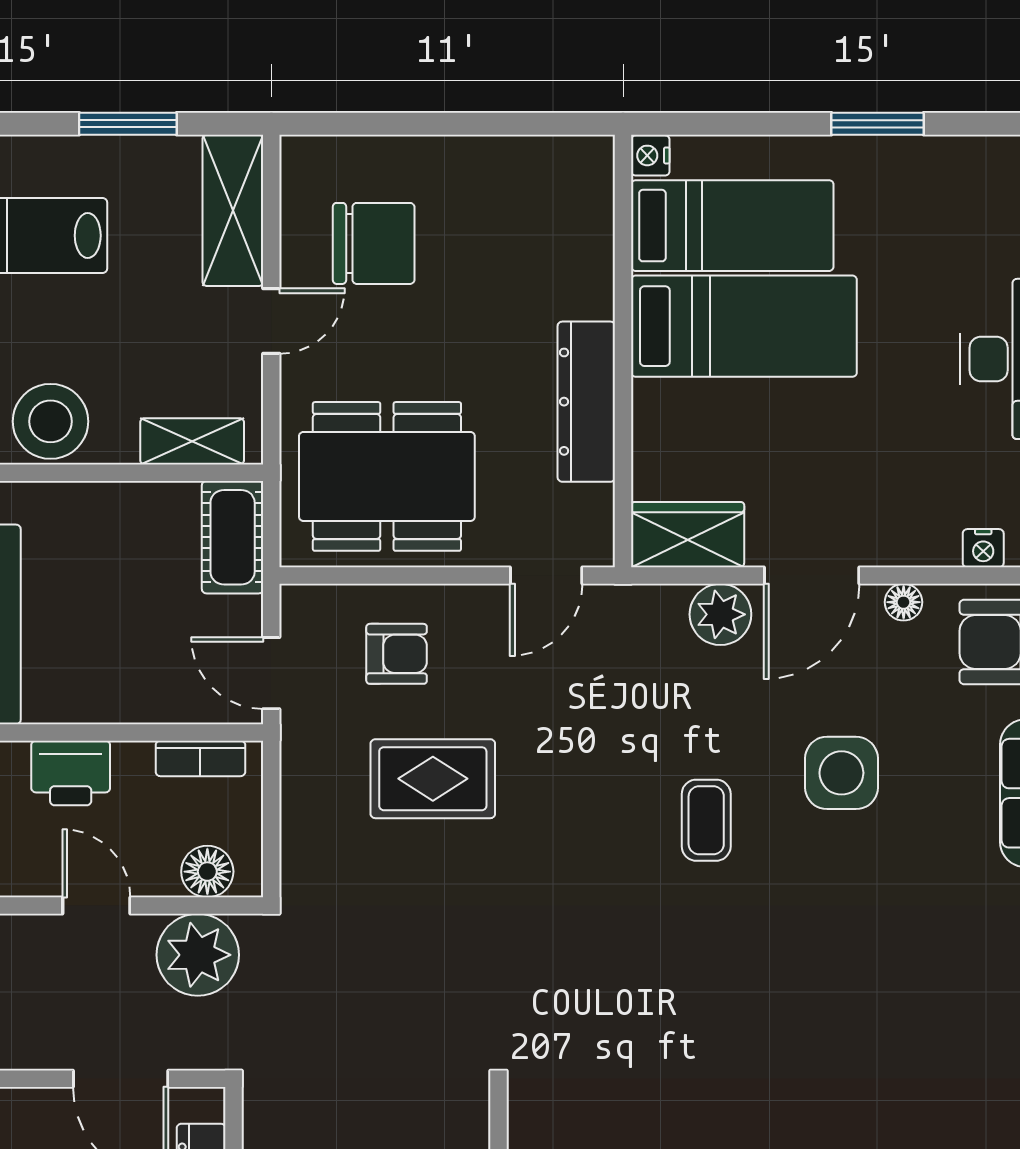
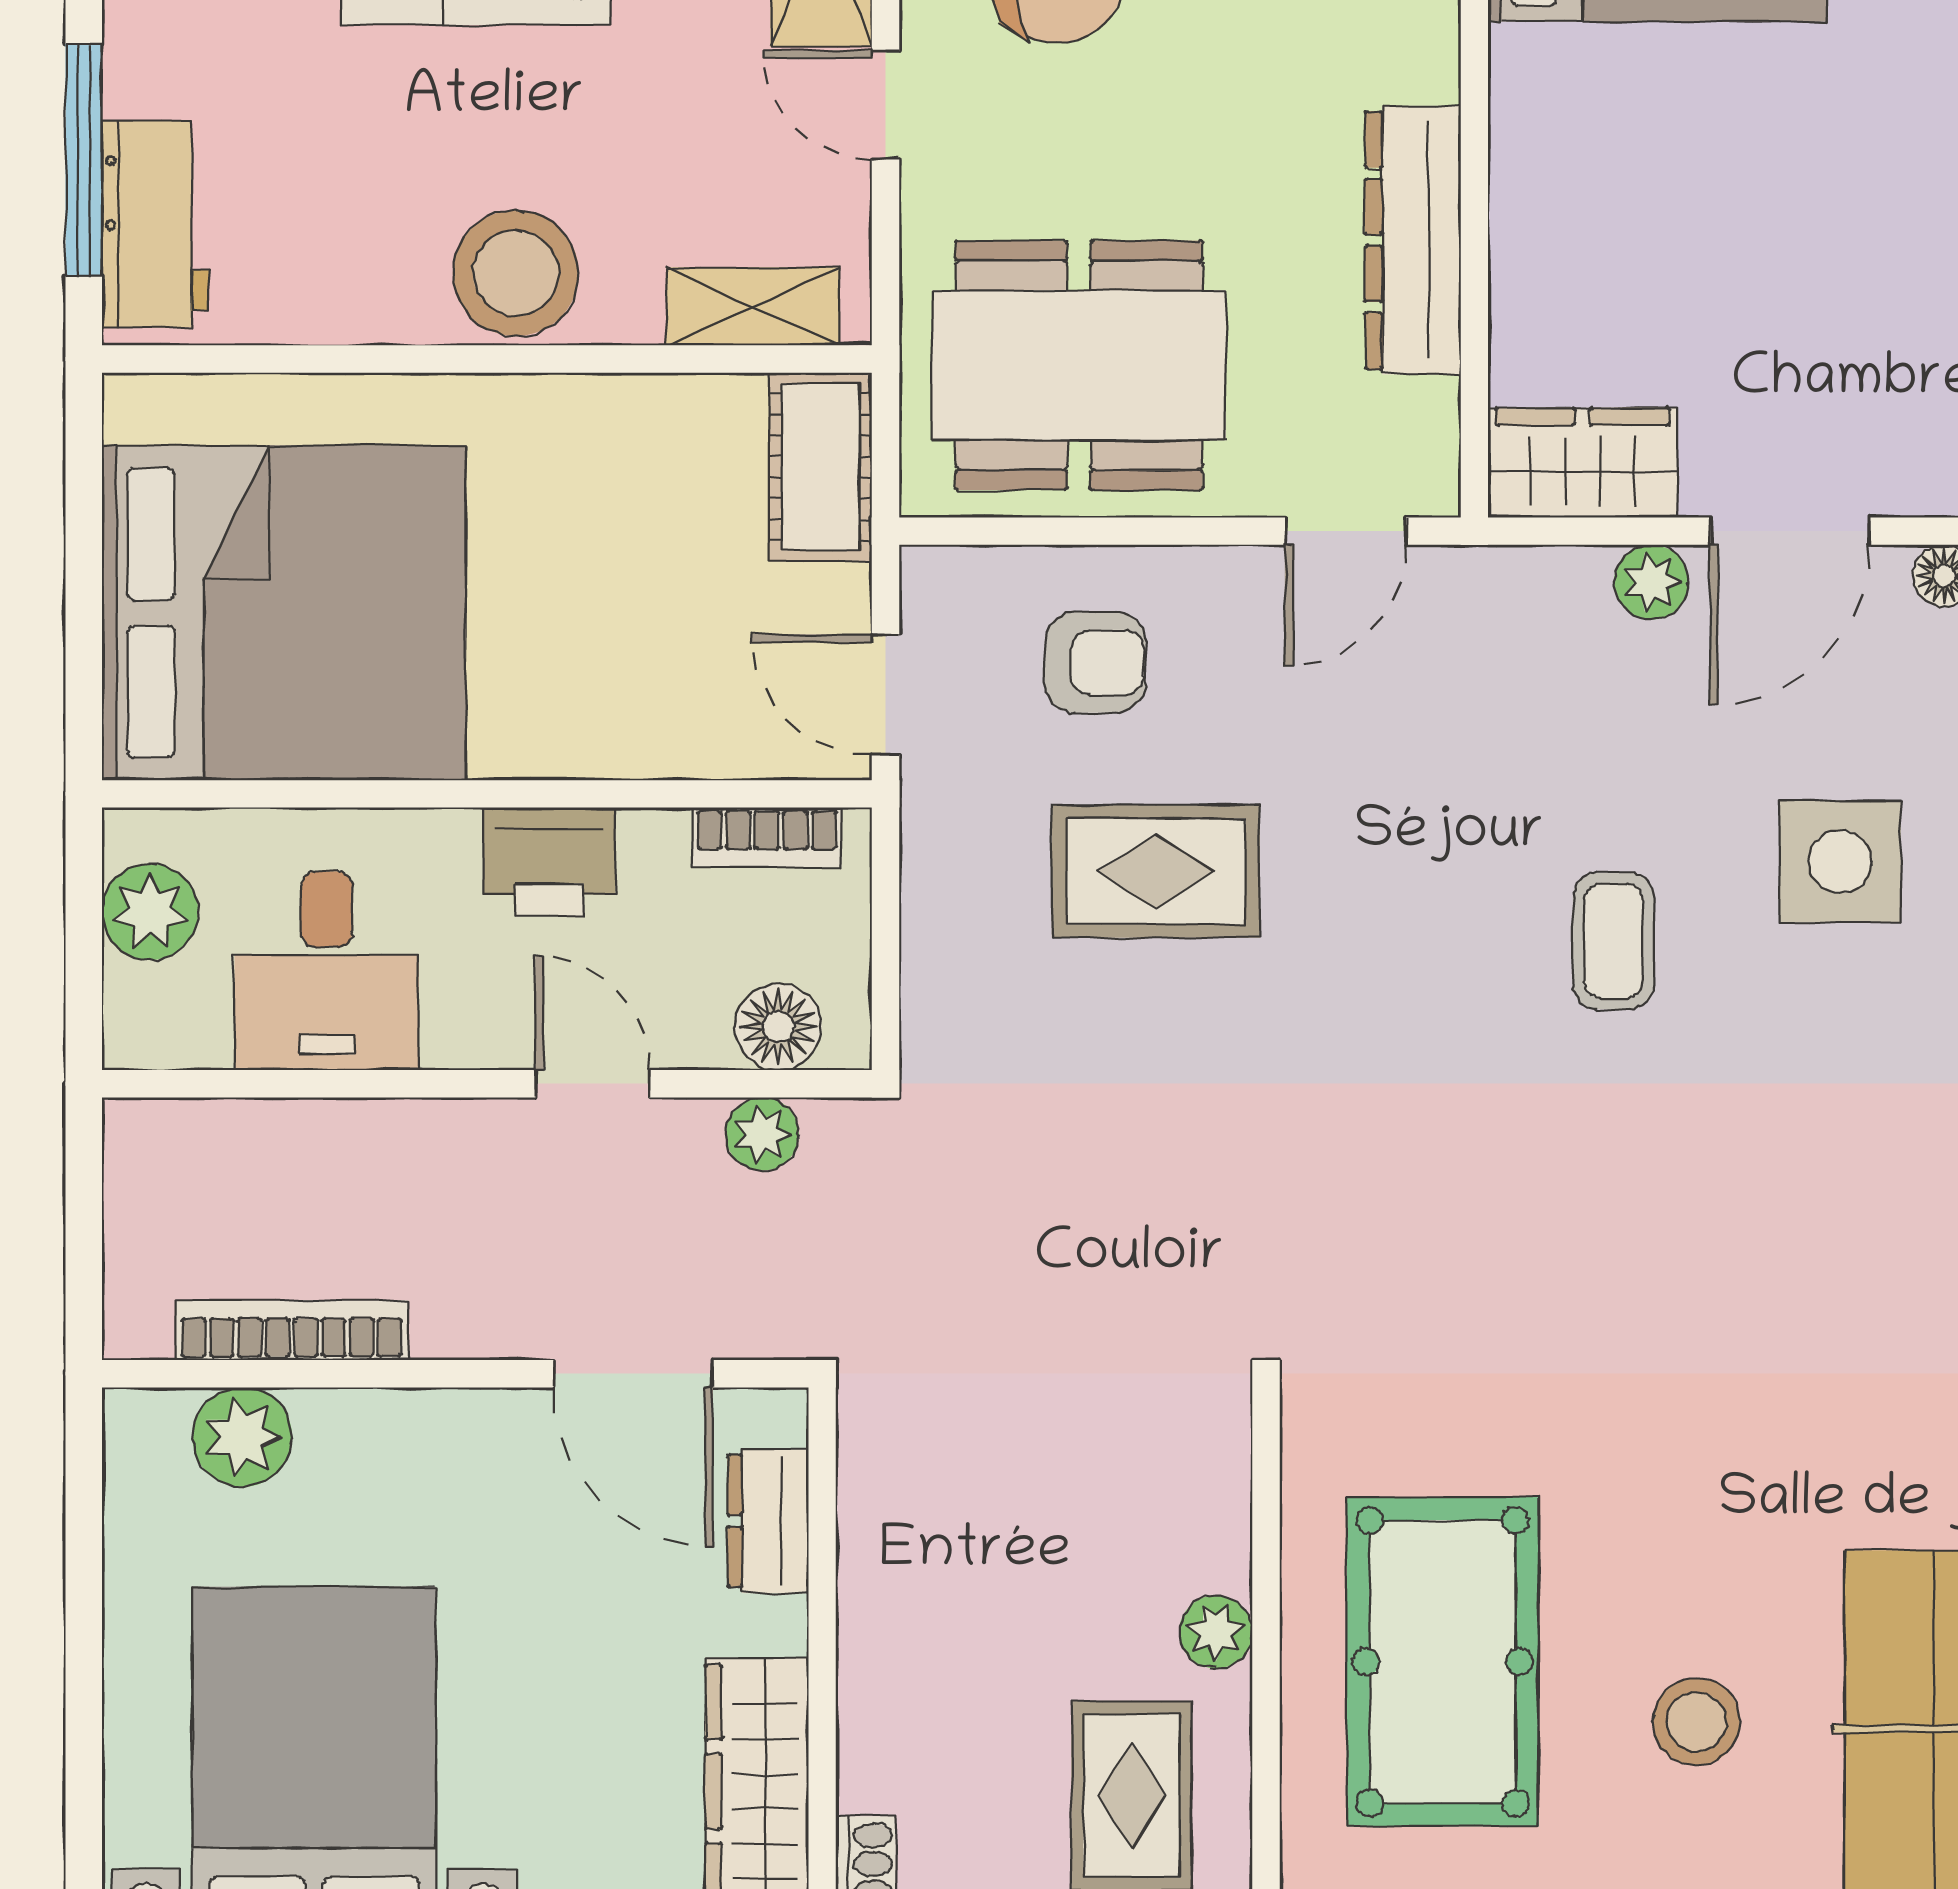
door: (271, 321) -> (886, 105), swing flipped
bed: (744, 326) -> (1677, 114), removed
plant: (720, 614) -> (1651, 582), width x0.73, depth x0.73
plant: (198, 955) -> (762, 1134), width x0.53, depth x0.53

